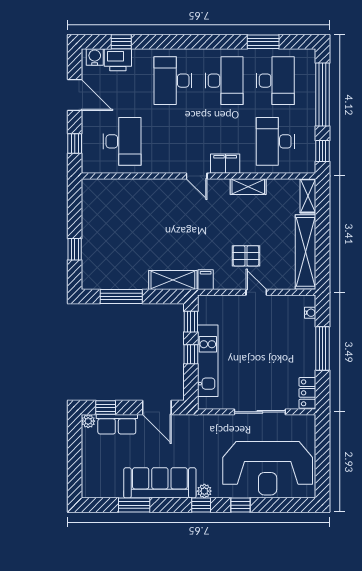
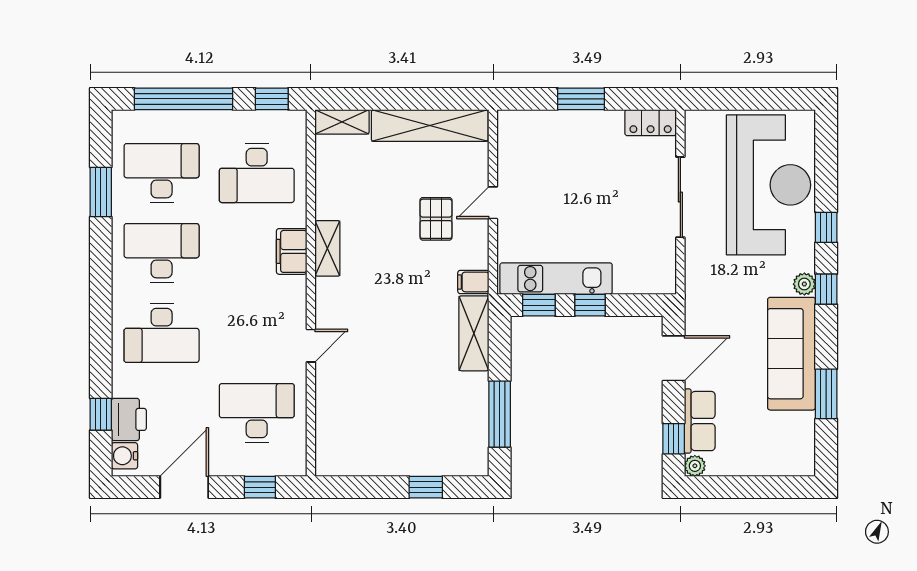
door: (197, 176) -> (311, 346), moved
shelving: (248, 187) -> (327, 248), moved
water cooler: (310, 313) -> (525, 118), removed
window: (323, 348) -> (581, 99), width x0.69
kitchen unit: (208, 361) -> (556, 279), moved

